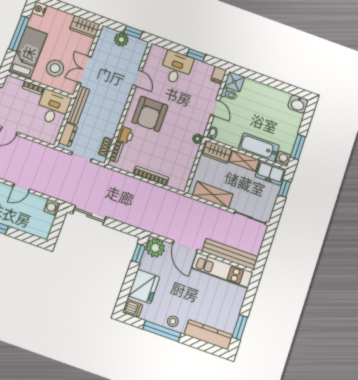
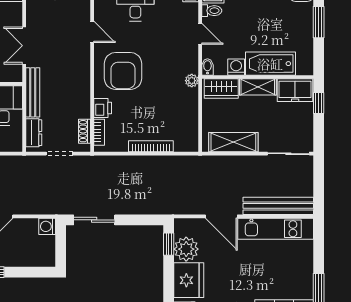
window: (298, 147) -> (319, 22), moved
washing machine: (283, 159) -> (236, 67), moved
plant: (155, 248) -> (186, 249), moved

